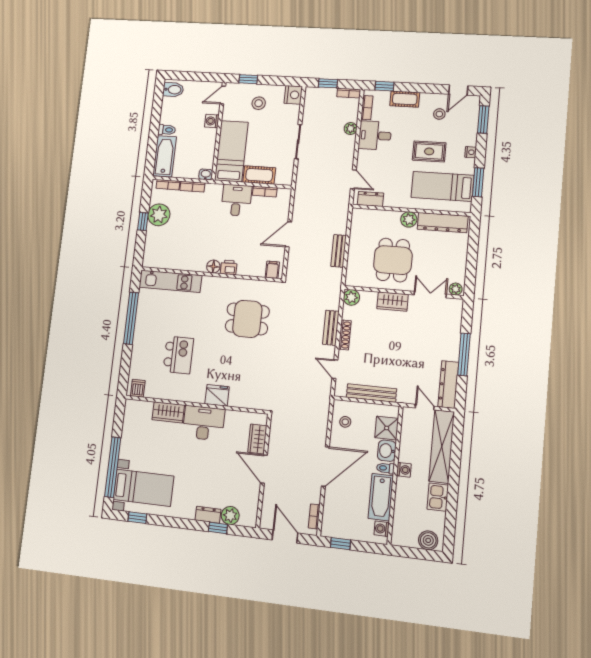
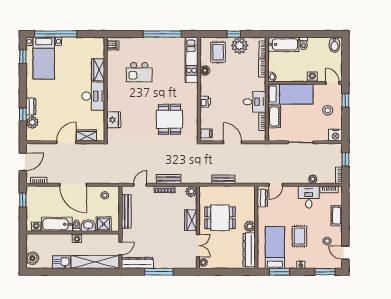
window: (385, 86) -> (345, 200), removed
rug: (164, 244) -> (218, 52), added
floor lamp: (213, 267) -> (205, 70), moved
fridge: (217, 395) -> (114, 120), moved

